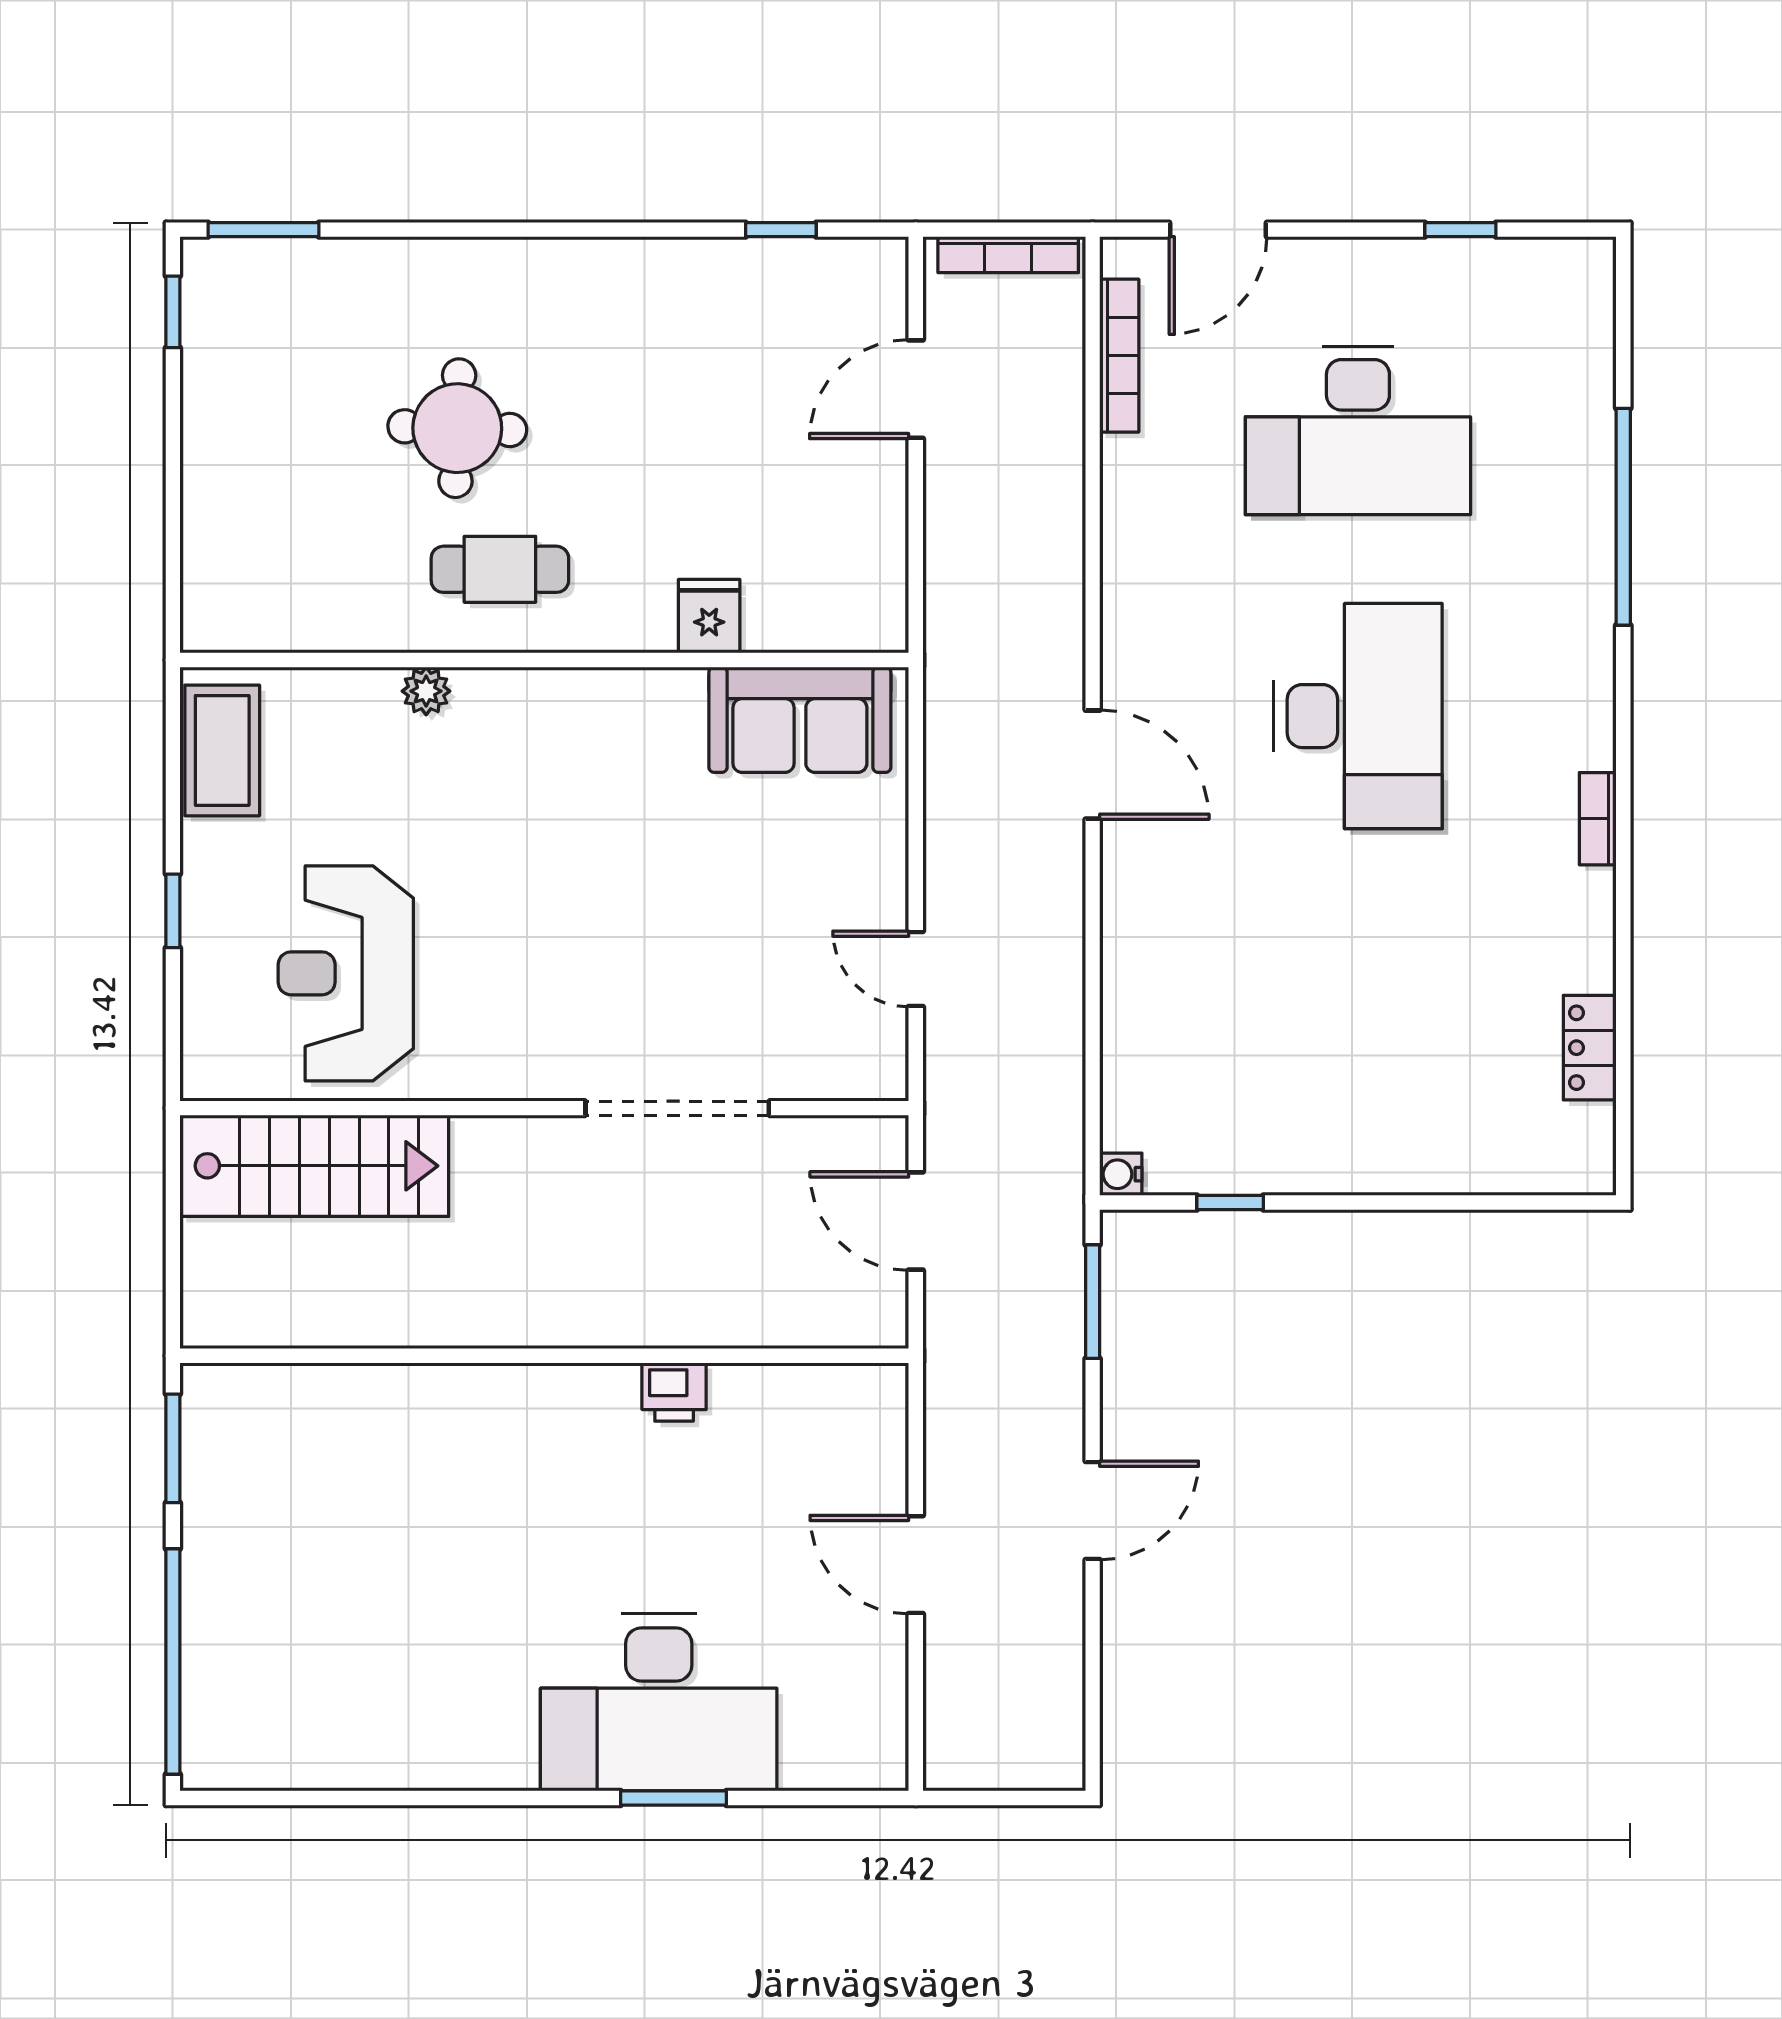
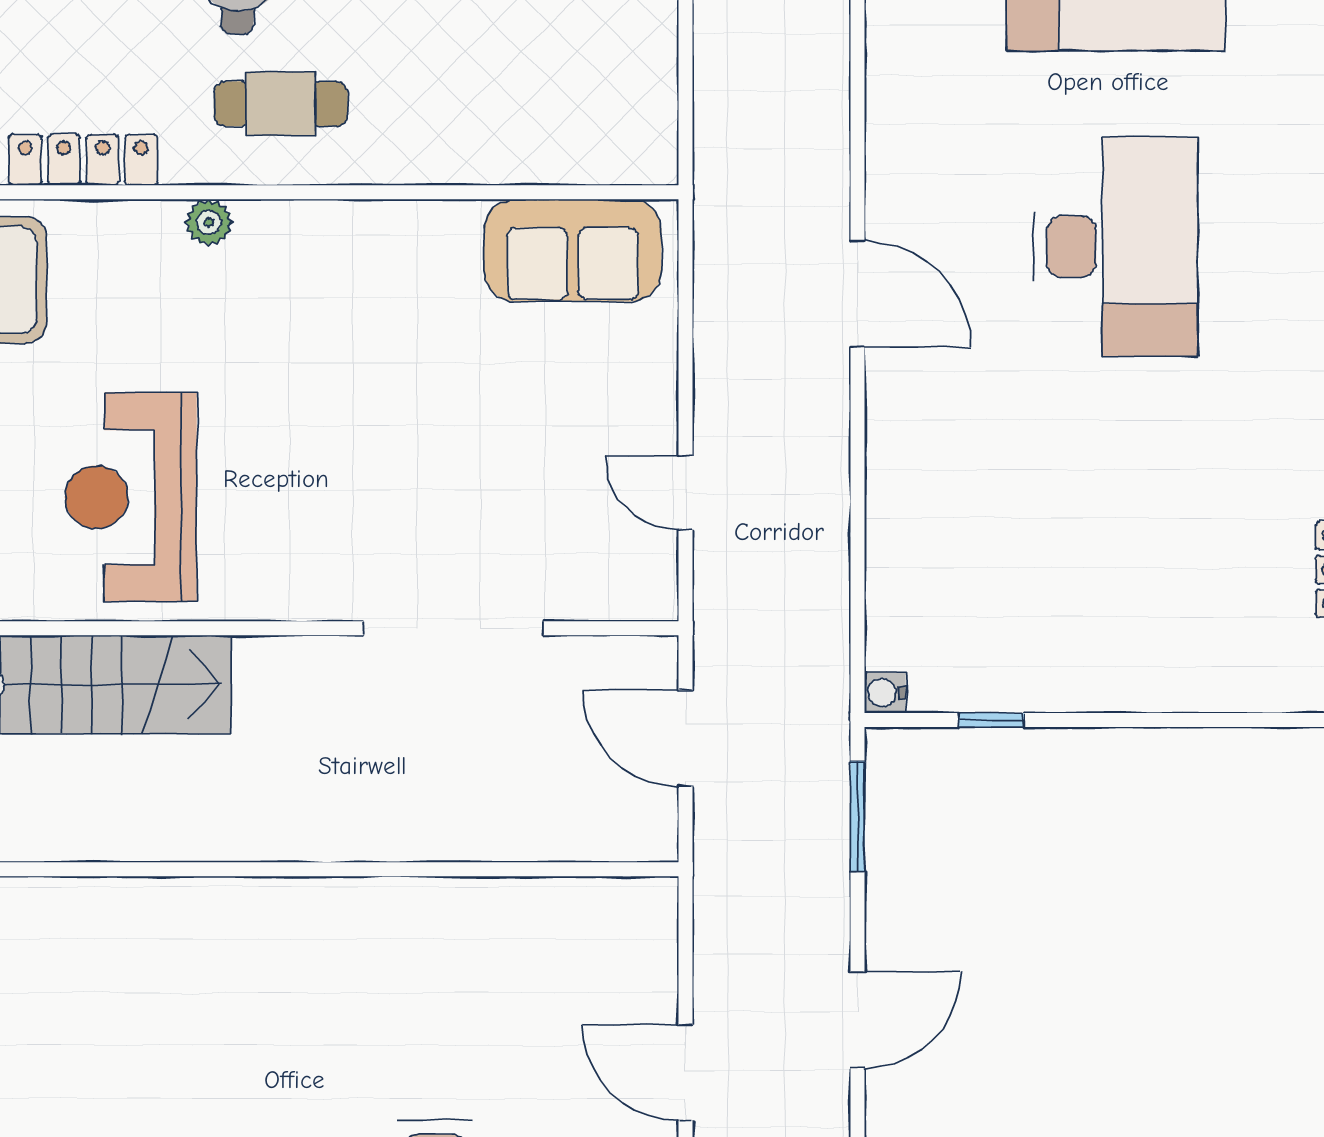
fridge: (709, 616) -> (484, 150), removed
locker: (297, 627) -> (83, 160), added
printer: (674, 1392) -> (450, 905), removed

